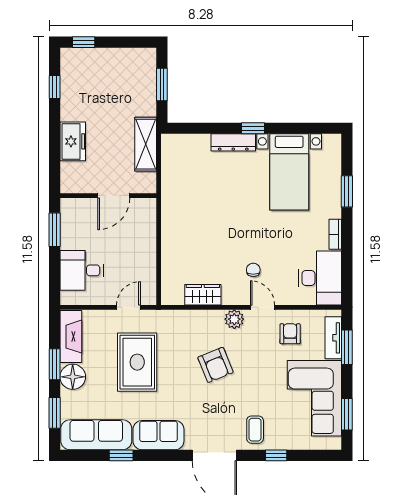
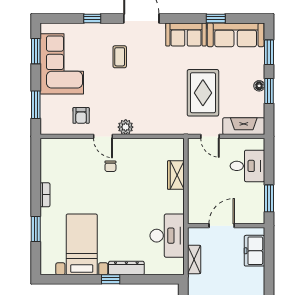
freezer: (73, 141) -> (254, 251), moved
shelving: (146, 144) -> (194, 259), width x0.67, depth x0.75
desk: (320, 278) -> (167, 236), moved, turned 180
wardrobe: (203, 295) -> (176, 175), moved, turned 90
door: (128, 307) -> (210, 136), hinge flipped
fireplace: (71, 337) -> (244, 126), moved, turned 90
tv unit: (333, 338) -> (47, 112), removed
armchair: (215, 365) -> (141, 91), removed
floor lamp: (73, 377) -> (259, 86), width x0.53, depth x0.53
coffee table: (255, 430) -> (120, 57), moved

